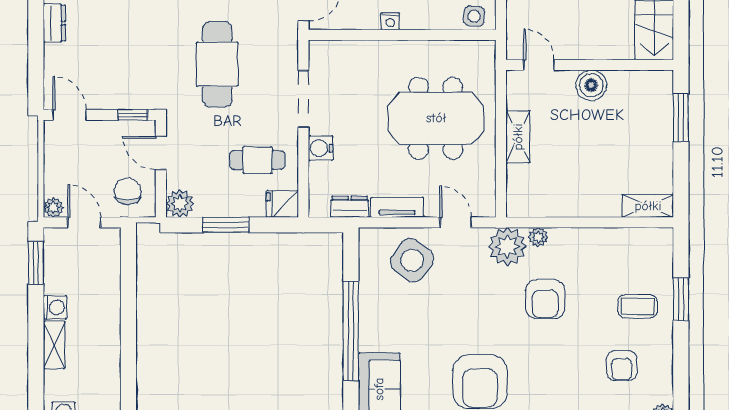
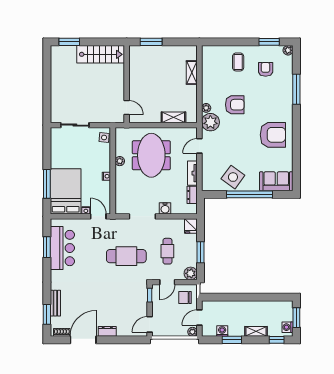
plant: (423, 50) -> (120, 161), added
door: (539, 65) -> (127, 108), swing flipped
boiler: (591, 85) -> (136, 83), removed
shelving: (518, 137) -> (173, 117), moved
cafe table: (257, 160) -> (167, 251), moved
shelving: (648, 206) -> (192, 73), moved
side table: (412, 260) -> (233, 177), moved
window: (36, 263) -> (232, 340), moved
window: (681, 299) -> (269, 42), moved
washing machine: (55, 307) -> (222, 331), moved
armchair: (622, 366) -> (266, 69), turned -90
window: (36, 390) -> (277, 340), added

